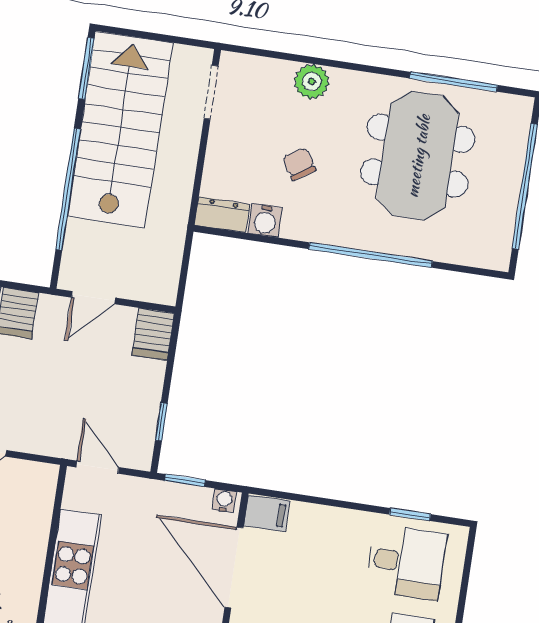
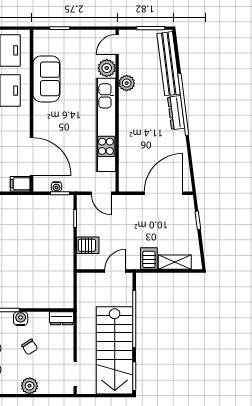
water cooler: (265, 220) -> (21, 319), moved
server rack: (153, 334) -> (88, 245), moved, turned 90
water cooler: (224, 501) -> (56, 187), moved

